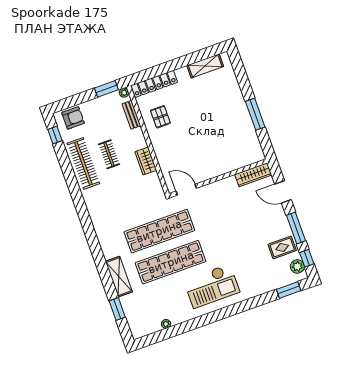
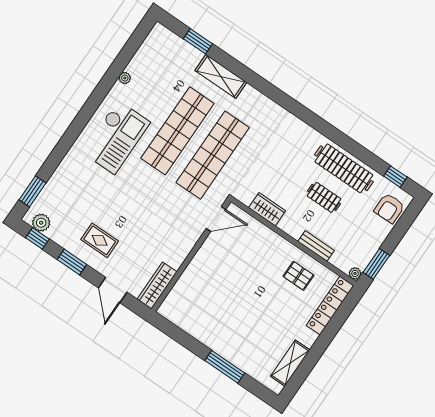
window: (255, 114) -> (225, 367), moved
bench: (131, 115) -> (316, 246), moved
wardrobe: (146, 161) -> (267, 209), moved
door: (283, 192) -> (113, 290), swing flipped
window: (296, 228) -> (72, 262), width x0.69
rug: (282, 247) -> (100, 240), moved, turned 90
checkout: (212, 286) -> (116, 137), turned 180
plant: (166, 324) -> (125, 78), moved

